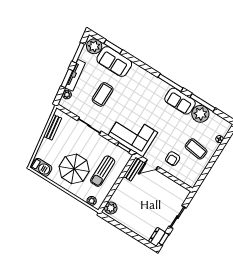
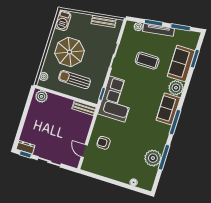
plant: (94, 46) -> (176, 88), moved
sofa: (180, 101) -> (168, 109), moved
coffee table: (196, 149) -> (119, 163), removed
door: (152, 165) -> (84, 151), moved

